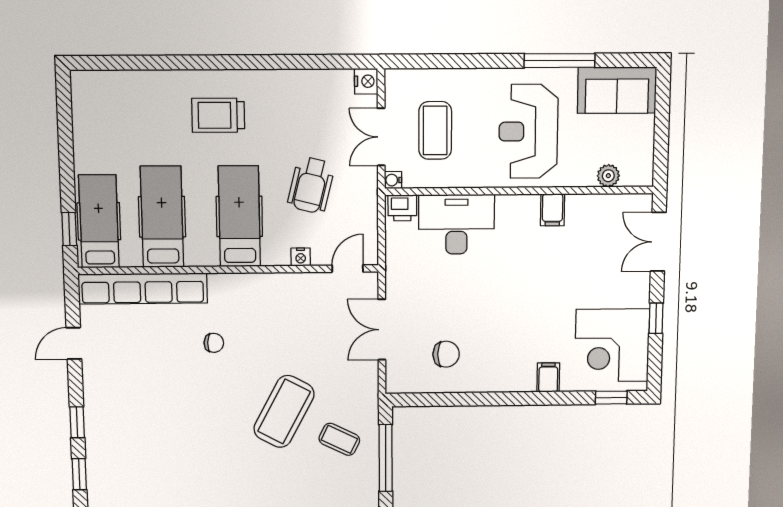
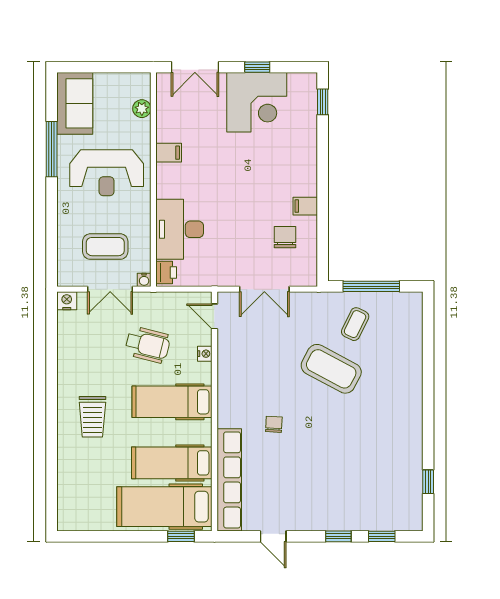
hospital bed: (99, 221) -> (164, 507), width x1.37, depth x1.29
corner desk: (612, 345) -> (257, 102), moved
filing cabinet: (548, 377) -> (305, 206), moved

